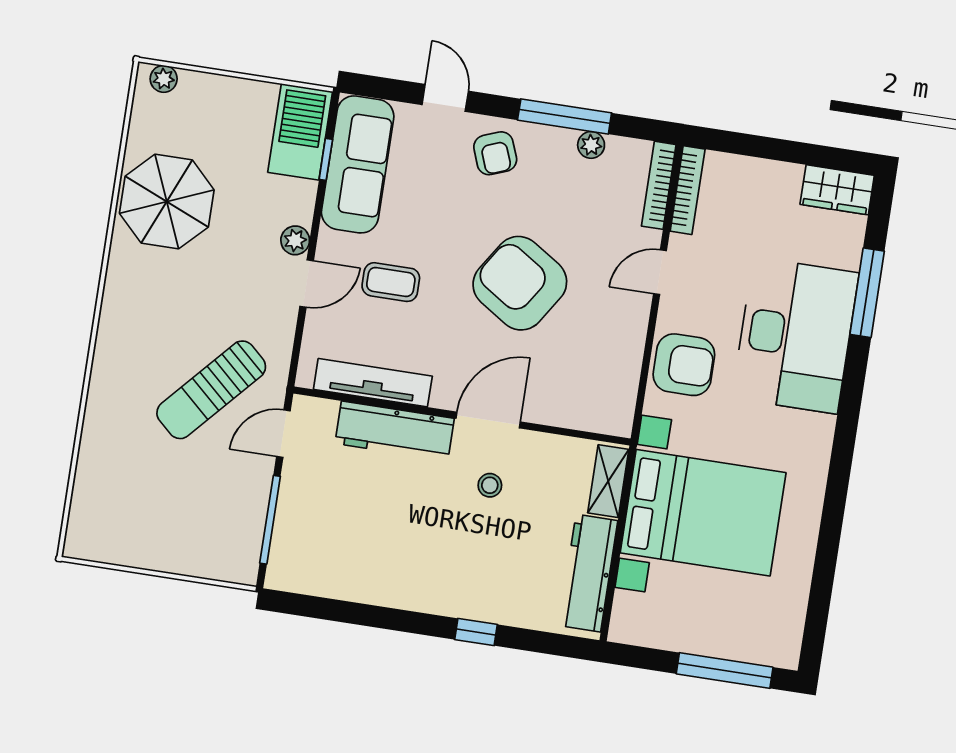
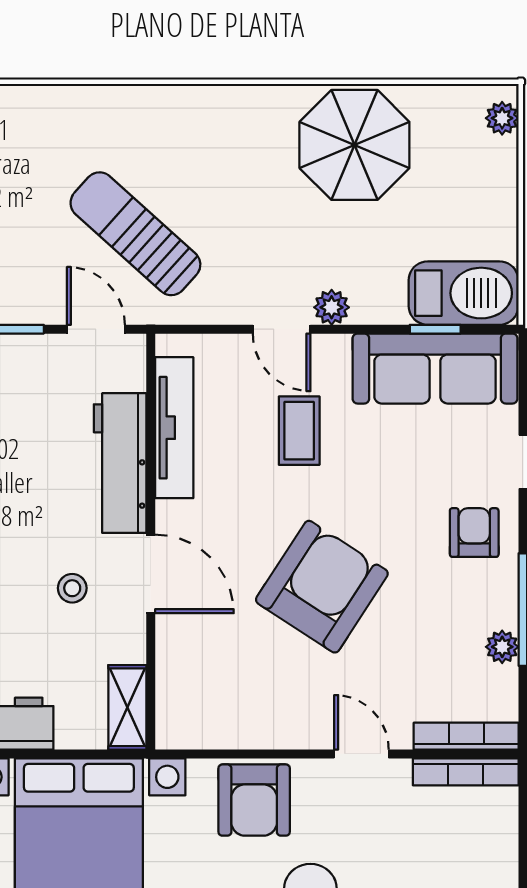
armchair: (495, 153) -> (474, 533), turned 111
shelving: (608, 481) -> (127, 707), moved, turned 90

